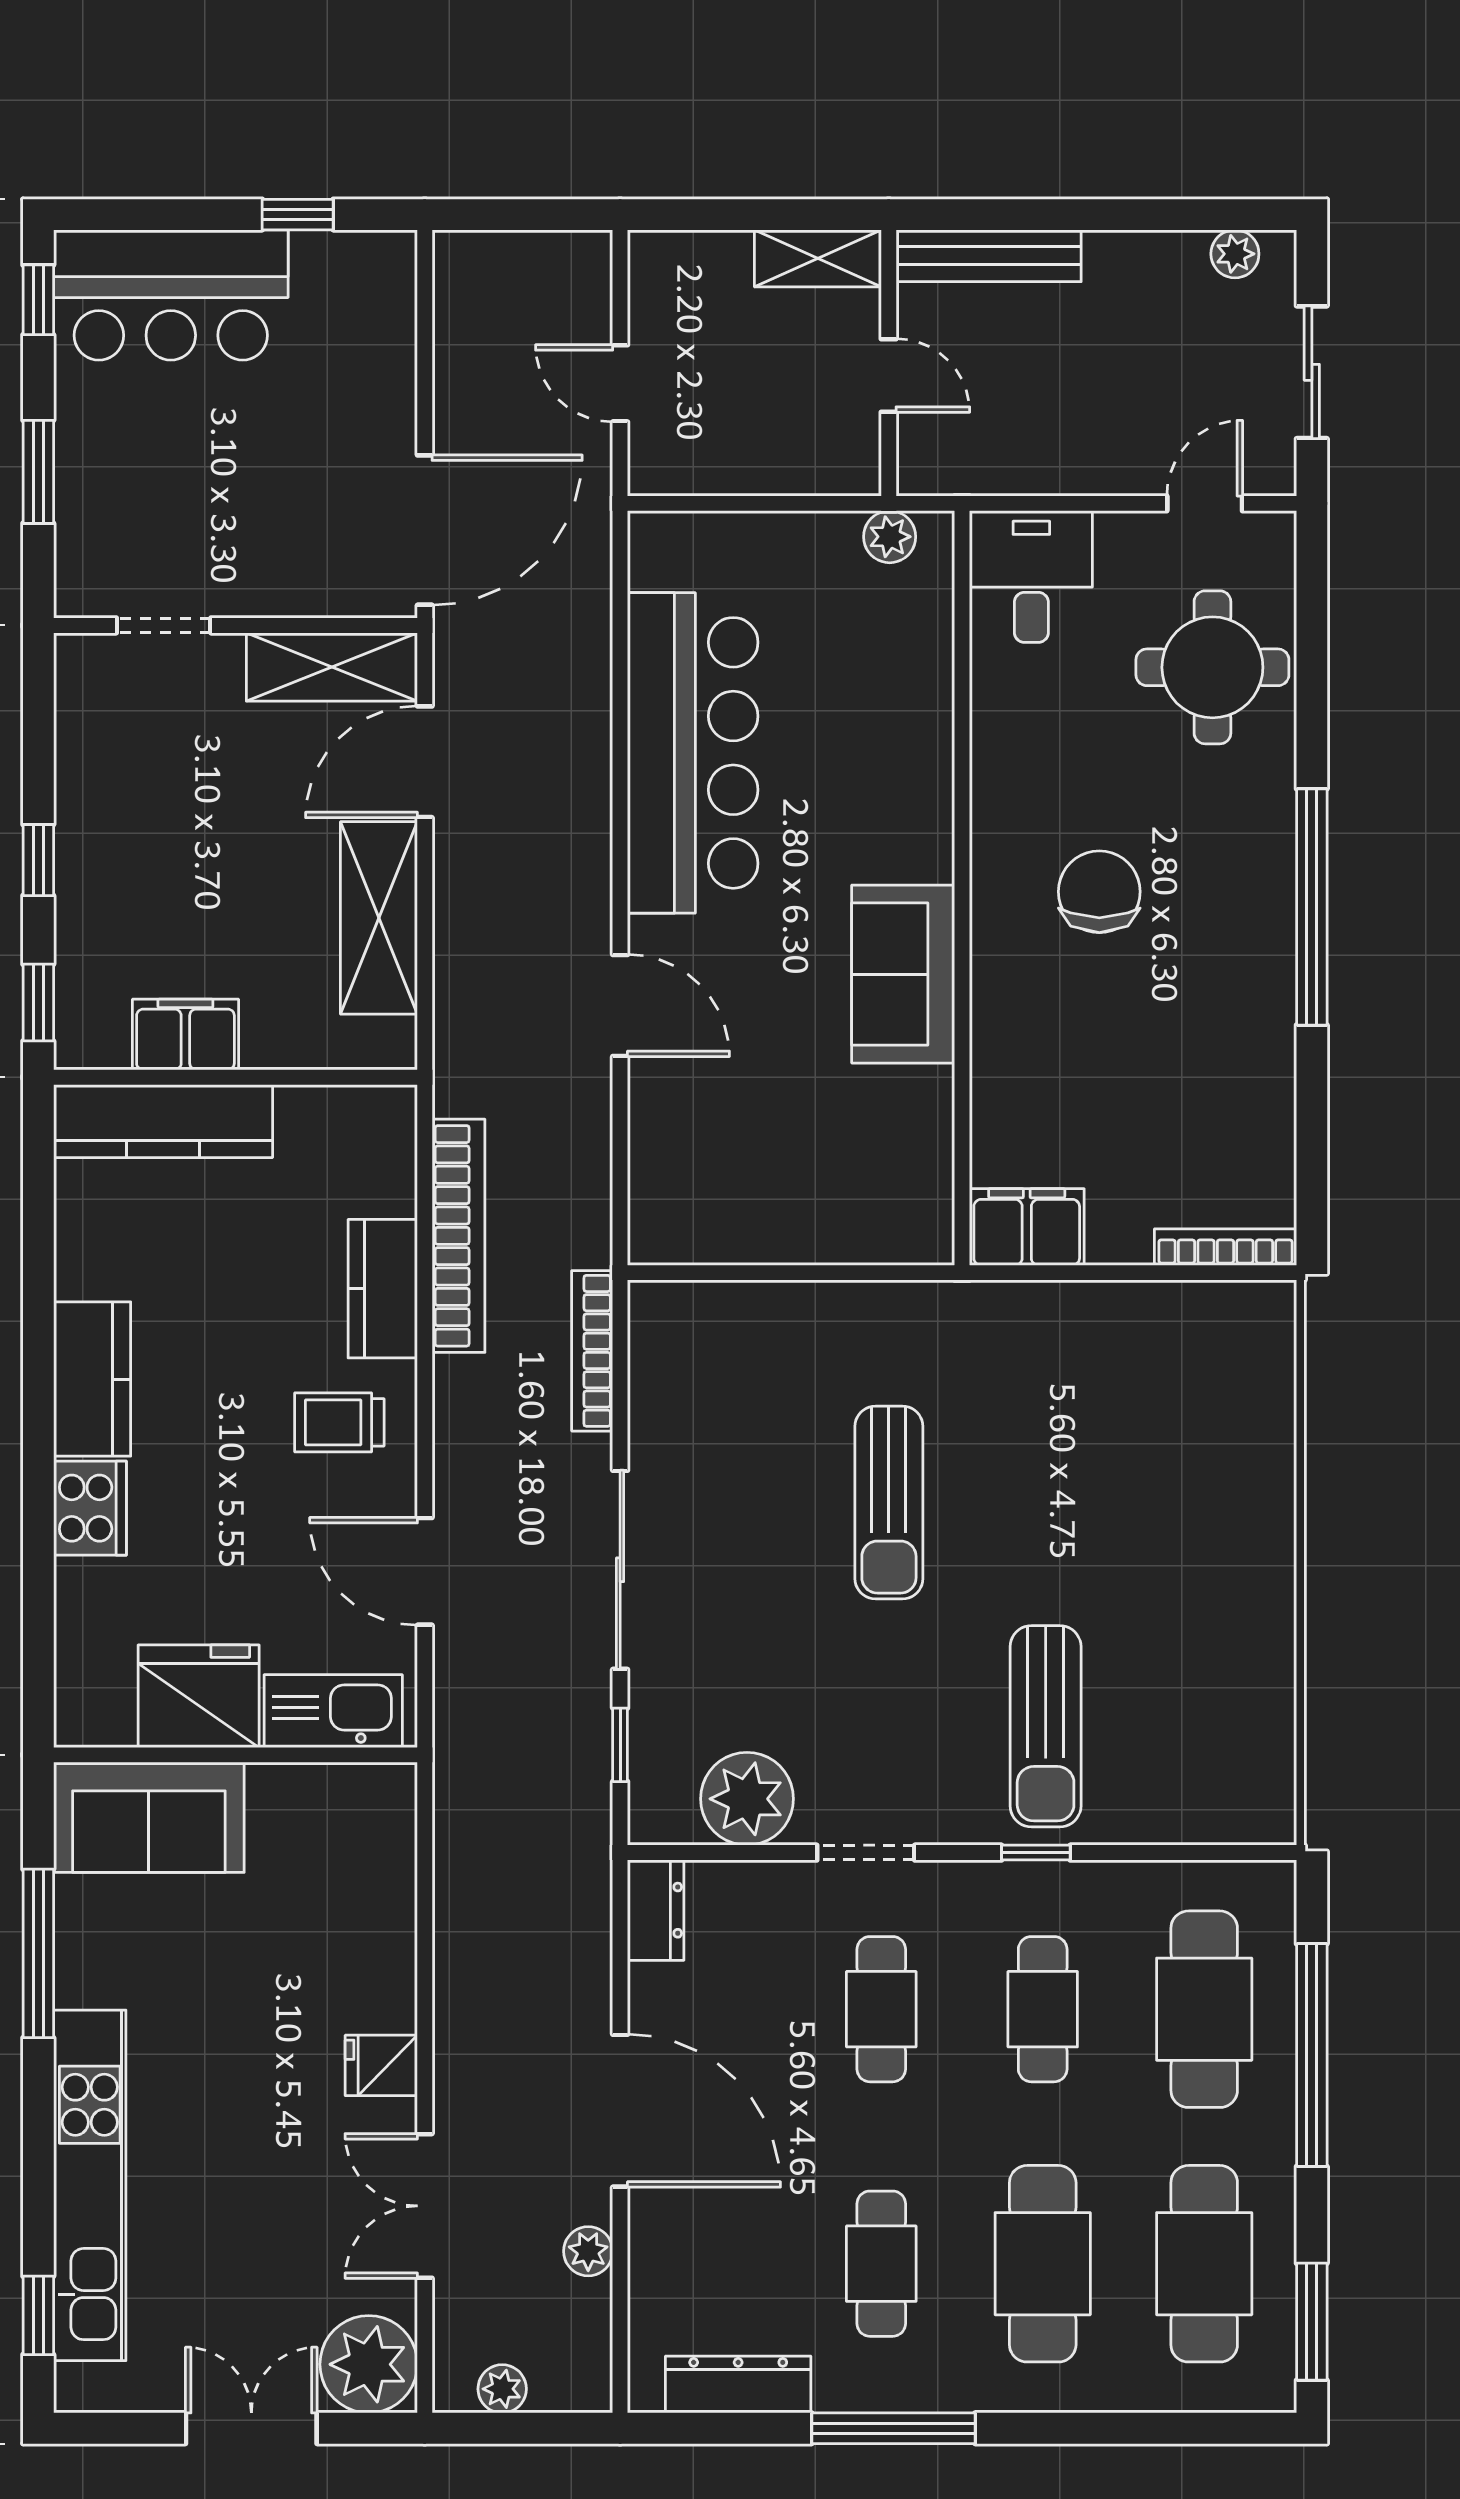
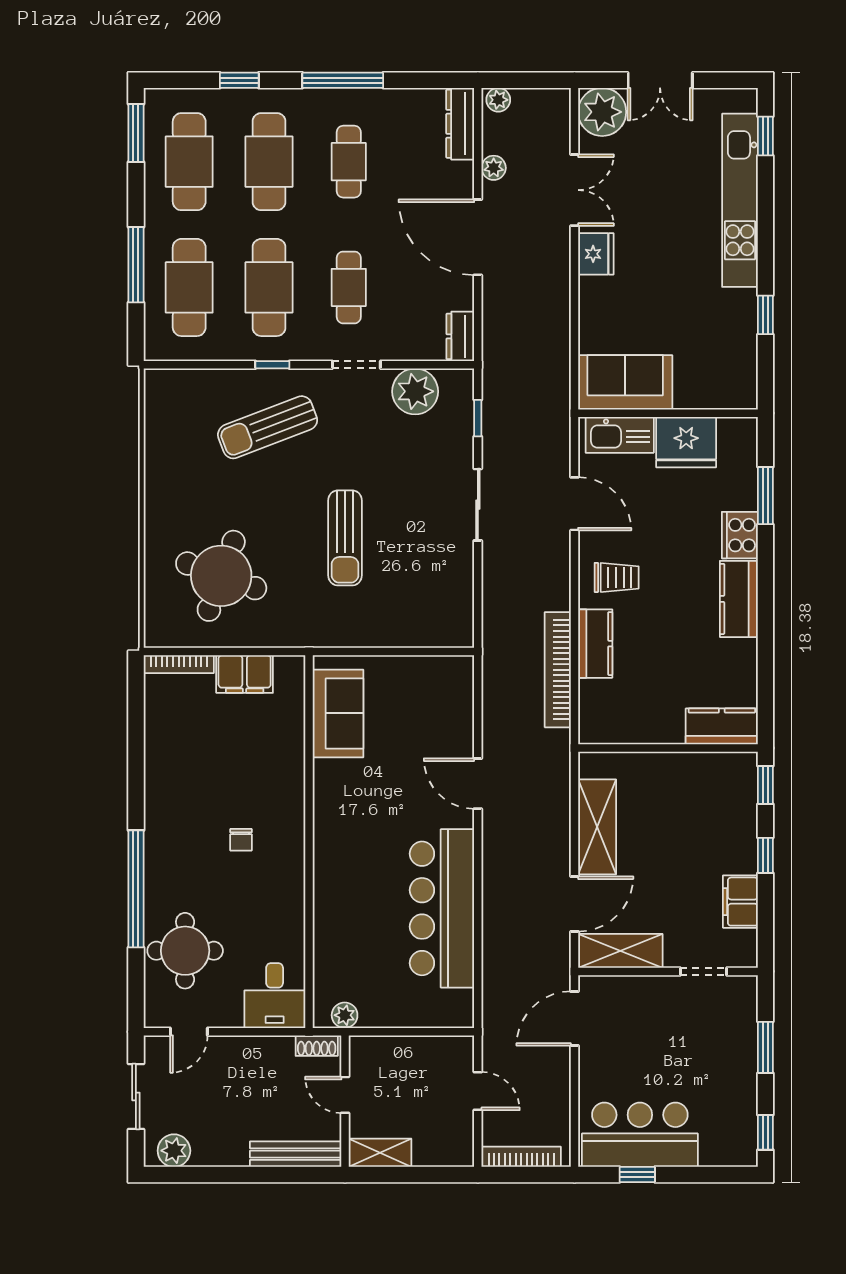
plant: (1235, 254) -> (174, 1151), width x1.38, depth x1.38
bar counter: (171, 295) -> (640, 1135), moved
shoe rack: (946, 475) -> (317, 1046), added
door: (425, 530) -> (574, 1019), width x0.73
chair: (1099, 892) -> (241, 840), width x0.54, depth x0.54
window: (1312, 907) -> (136, 889), moved
sofa: (903, 974) -> (338, 713), moved
filing cabinet: (185, 1035) -> (740, 902), moved, turned 90
kitchen counter: (163, 1121) -> (722, 726), width x0.67
filing cabinet: (1027, 1227) -> (245, 674), moved
bookcase: (592, 1351) -> (521, 1157), moved, turned -90
round table: (1139, 1426) -> (221, 576), added
sun lounger: (889, 1502) -> (345, 538), turned 180
sliding door: (620, 1570) -> (478, 505), width x0.73
window: (38, 1588) -> (765, 496), added
sun lounger: (1046, 1726) -> (268, 427), turned -111
sofa: (149, 1817) -> (625, 382), moved
window: (38, 1953) -> (765, 315), width x0.46
cafe table: (1043, 2009) -> (269, 287), width x1.37, depth x1.35
window: (1312, 2055) -> (136, 265), width x0.68
fridge: (381, 2065) -> (596, 254), width x1.38
dresser: (738, 2385) -> (460, 124), moved, turned 90
plant: (502, 2389) -> (498, 100), moved
window: (1103, 2428) -> (239, 80), added

